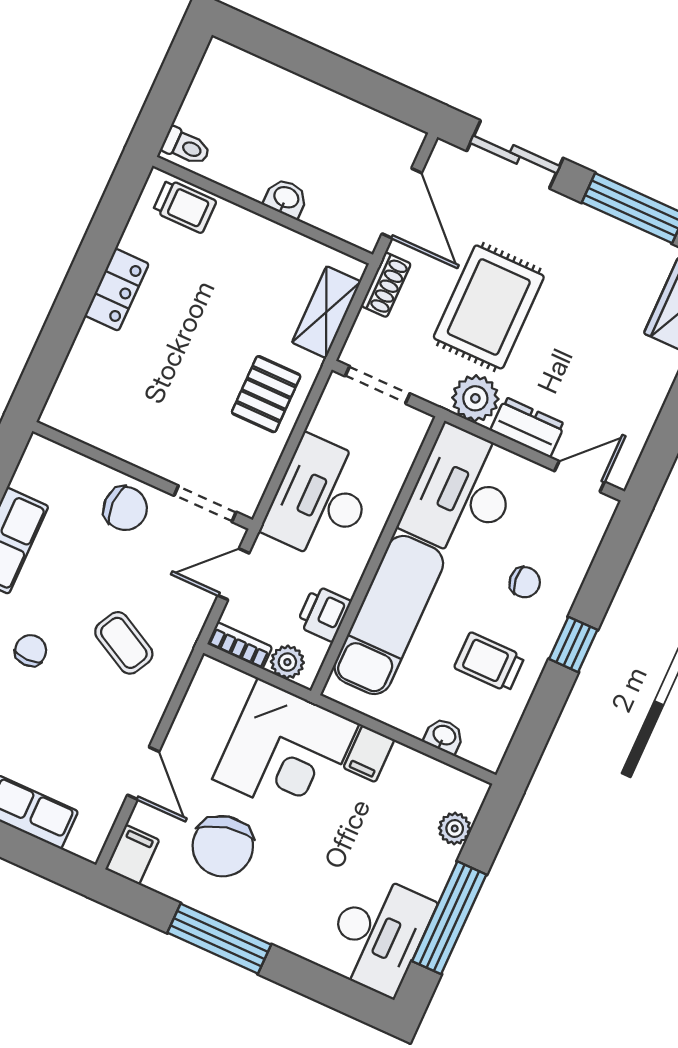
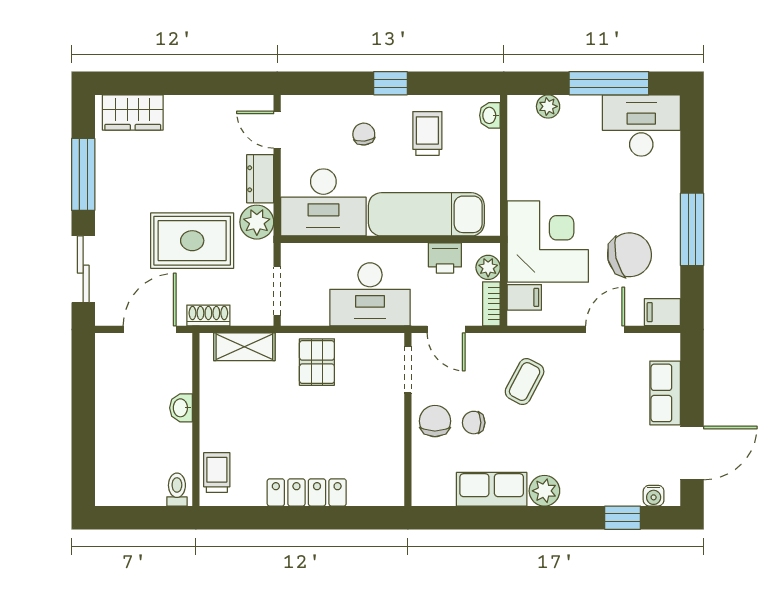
locker: (117, 290) -> (307, 492), width x1.53
pallet: (266, 394) -> (317, 362), turned 90
chair: (31, 651) -> (474, 423), moved
trolley: (489, 662) -> (427, 133), turned 180
washbasin: (444, 736) -> (490, 115), moved
filing cabinet: (369, 754) -> (524, 297), moved

